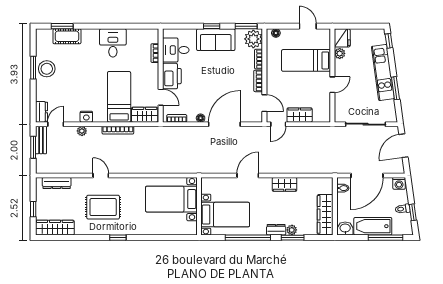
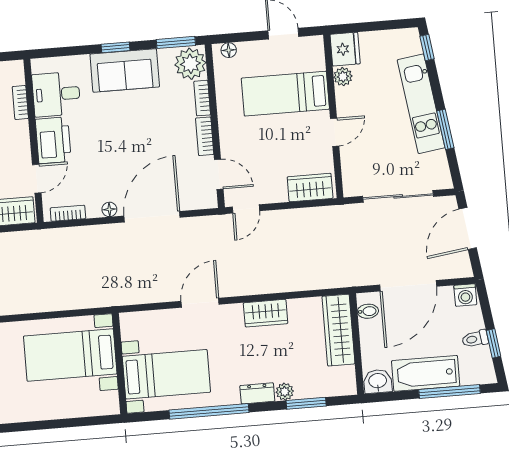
door: (161, 97) -> (37, 179), hinge flipped
wardrobe: (300, 115) -> (310, 188), moved
wardrobe: (325, 214) -> (338, 330), moved
window: (293, 238) -> (306, 403), moved

